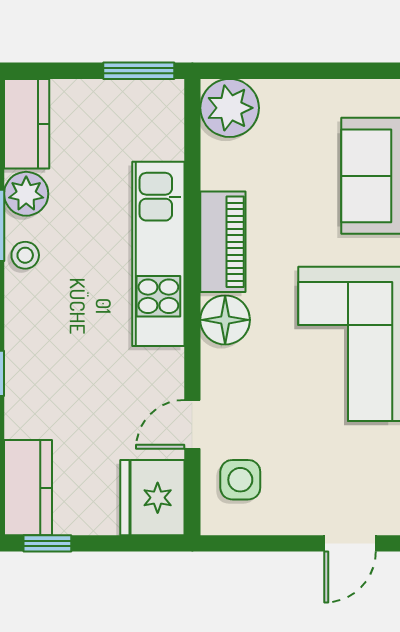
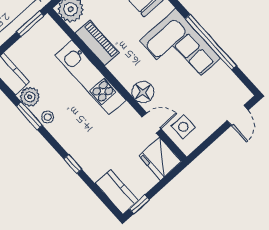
piano: (223, 242) -> (97, 43), moved
floor lamp: (225, 320) -> (143, 92), moved
door: (192, 424) -> (151, 123), swing flipped

